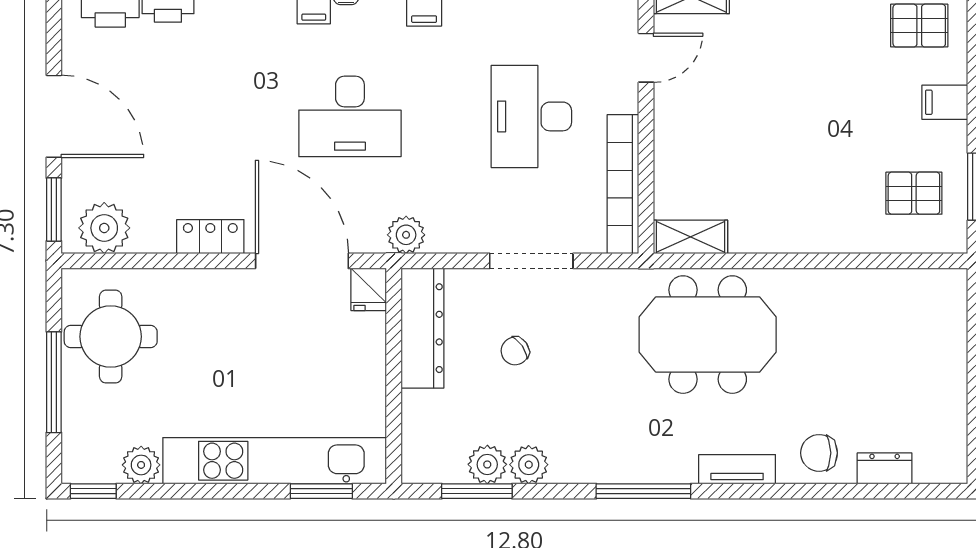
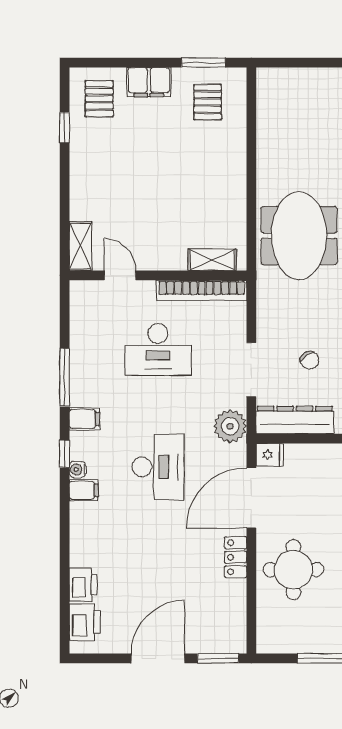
filing cabinet: (945, 102) -> (149, 82), width x2.00
plant: (104, 228) -> (230, 626), removed
plant: (406, 235) -> (230, 426), width x1.36, depth x1.36
shelving: (690, 237) -> (212, 260), moved, turned 90
doorway: (531, 261) -> (251, 370), moved
round table: (111, 337) -> (293, 570), moved

